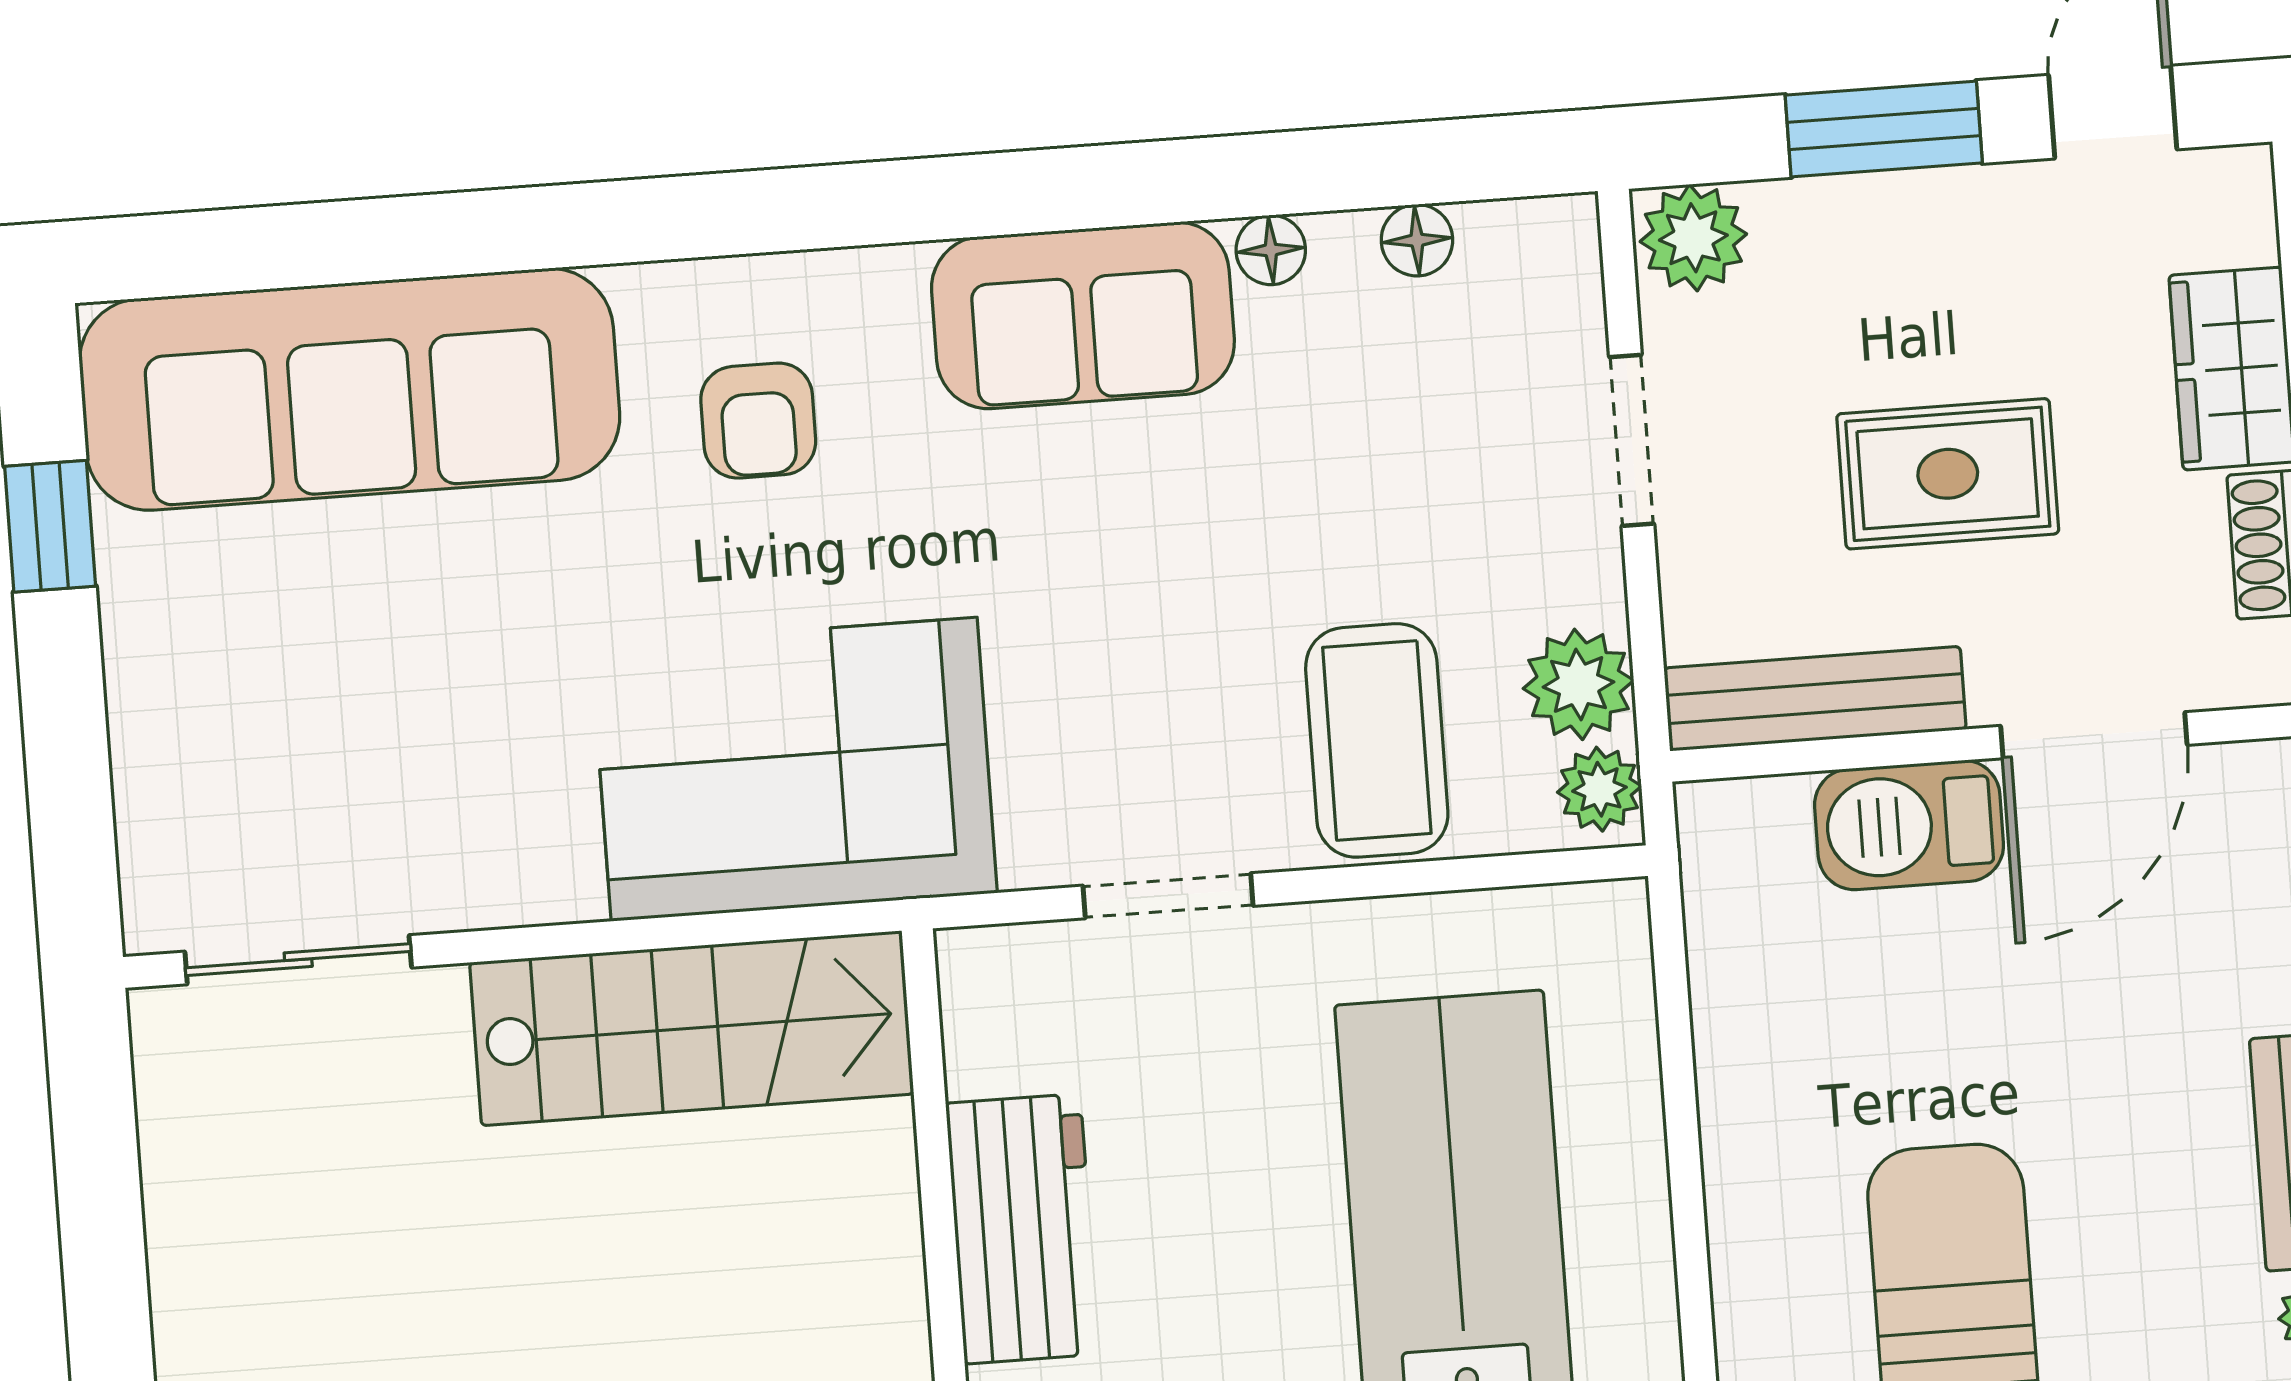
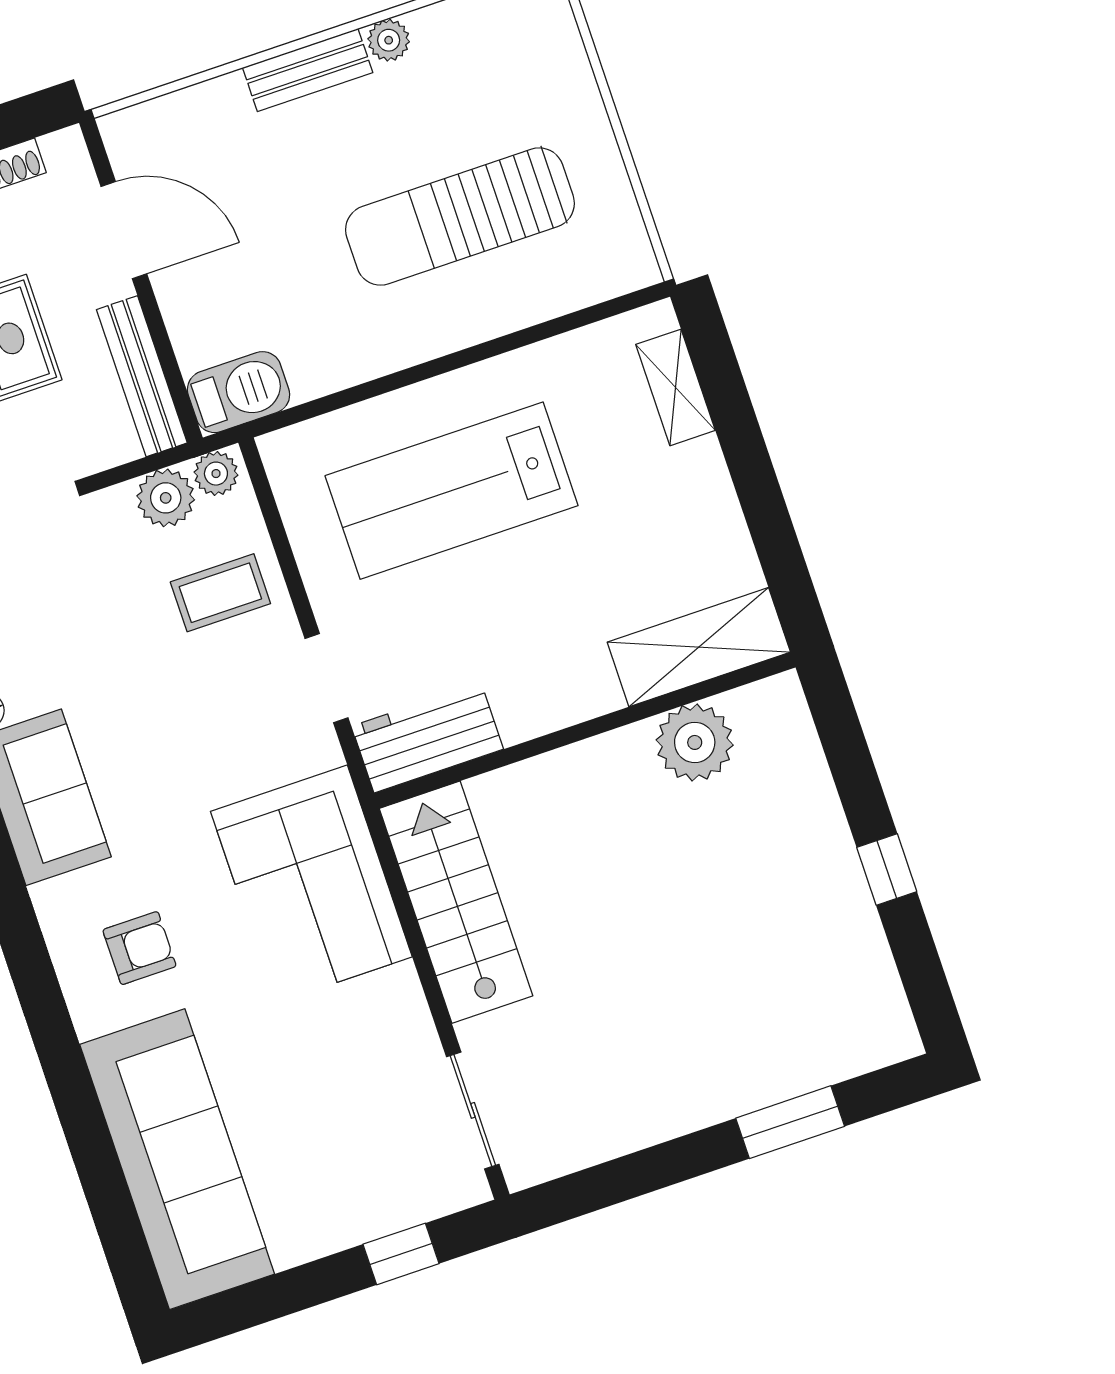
window: (50, 526) -> (401, 1254), moved
coffee table: (1377, 740) -> (220, 593), width x0.73, depth x0.77
barbecue: (1909, 825) -> (239, 392), moved, turned -90
workbench: (1022, 1229) -> (427, 738), moved

